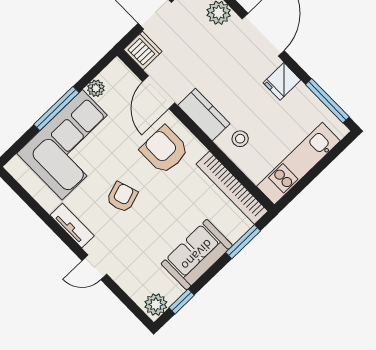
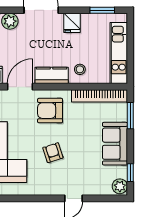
door: (159, 92) -> (20, 87), swing flipped
window: (327, 101) -> (102, 10), width x0.69
tv unit: (72, 226) -> (43, 190), removed

